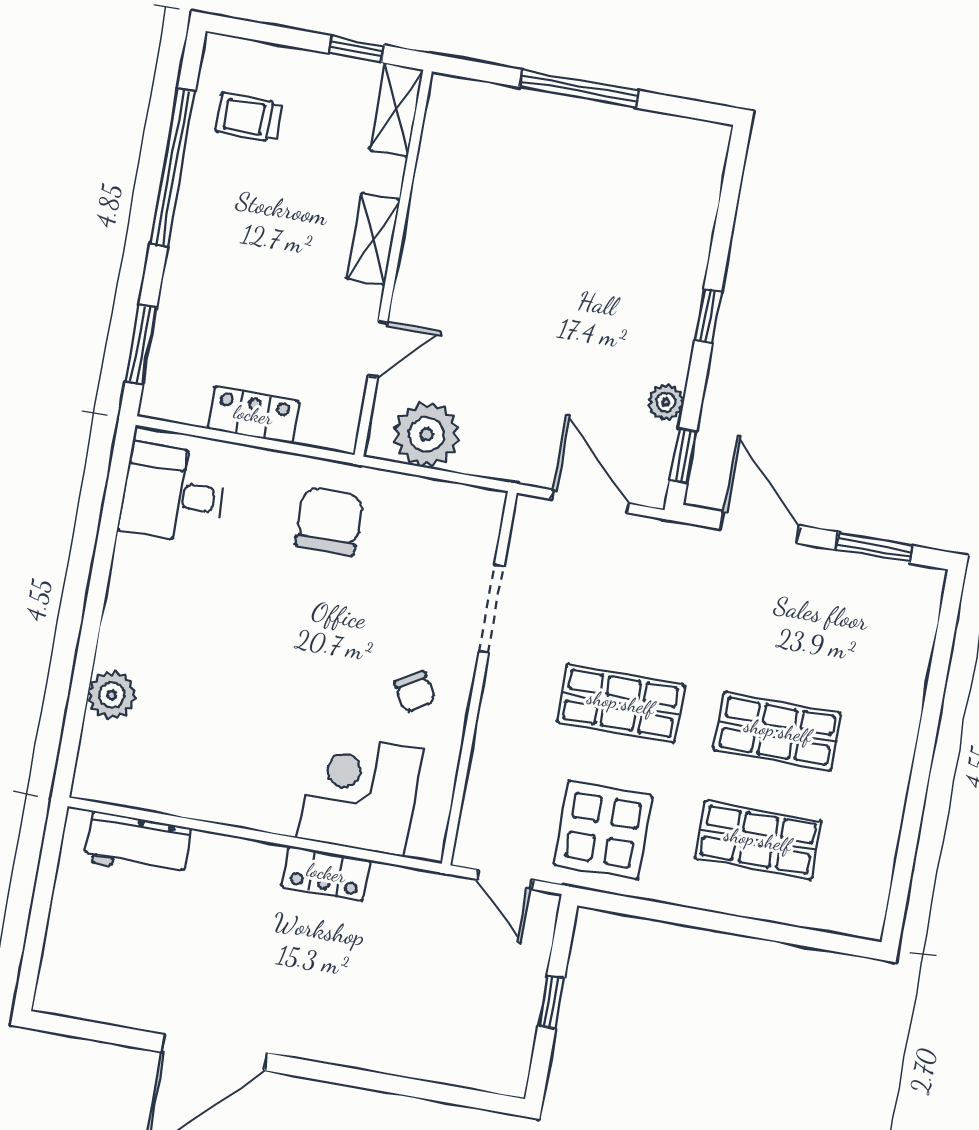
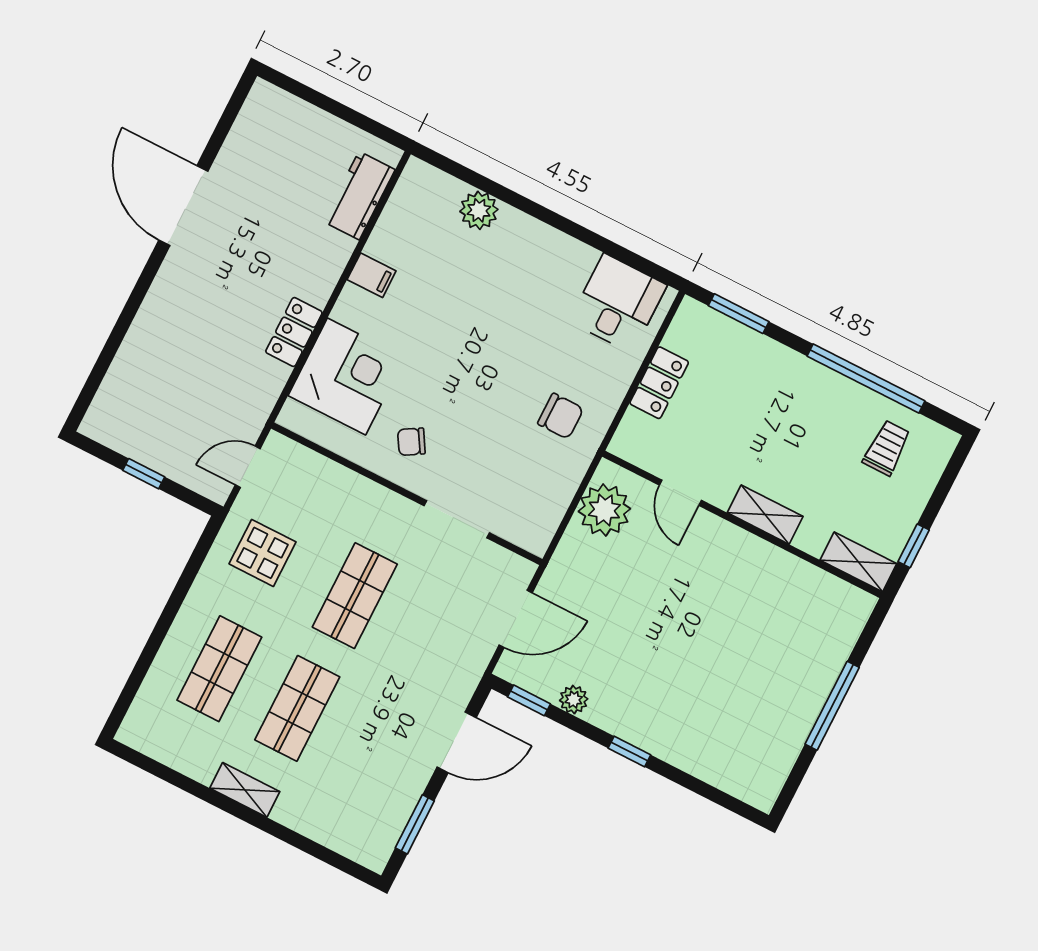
chair: (329, 521) -> (561, 416), width x0.73, depth x0.73
shelving: (895, 765) -> (245, 790), added
filing cabinet: (229, 801) -> (372, 275), added
display table: (603, 830) -> (263, 553), width x0.73, depth x0.73

